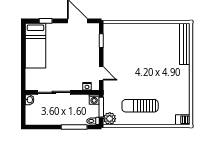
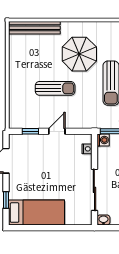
sun lounger: (136, 61) -> (55, 88), added
door: (101, 73) -> (57, 131), moved
parasol: (163, 80) -> (79, 54), added

